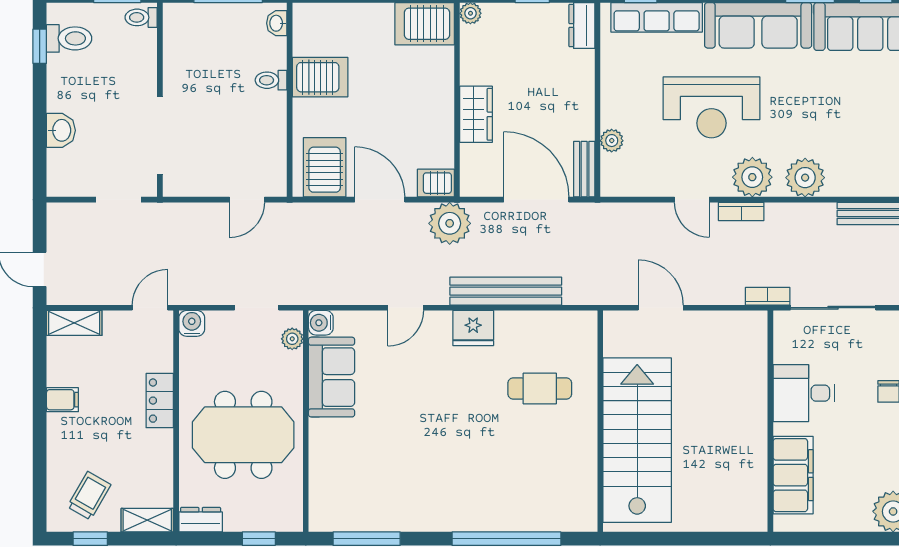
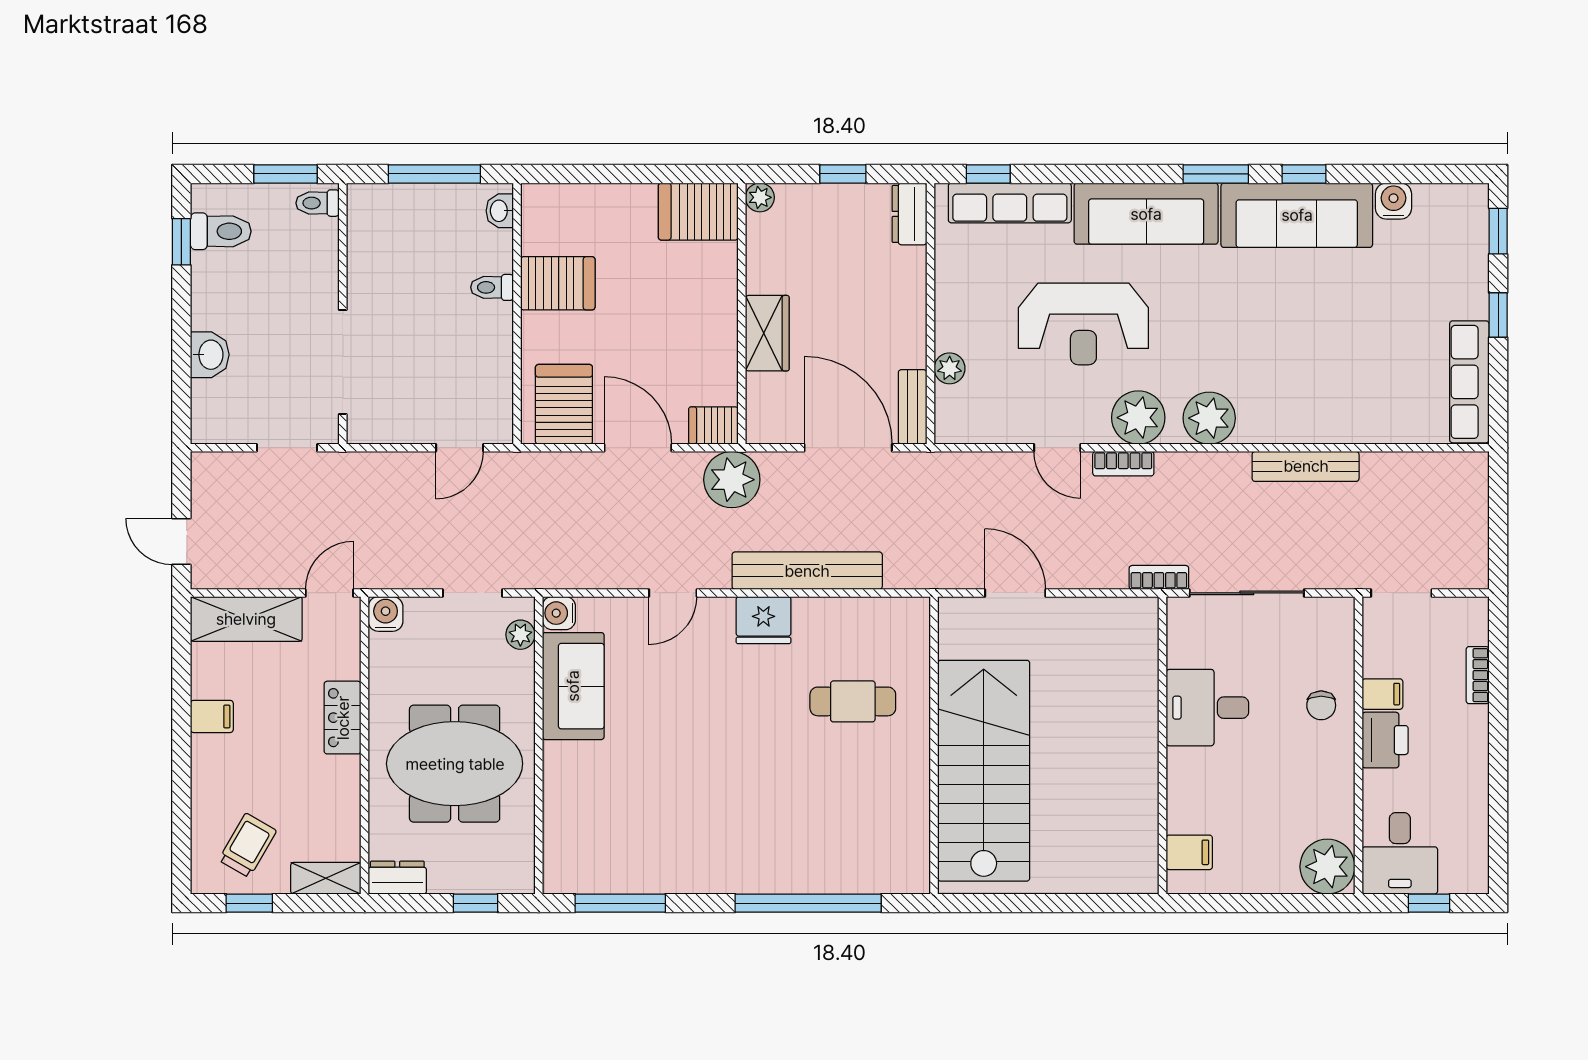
shelving: (74, 323) -> (246, 619), width x1.50, depth x1.33
filing cabinet: (793, 475) -> (1189, 852), width x0.33, depth x0.86

